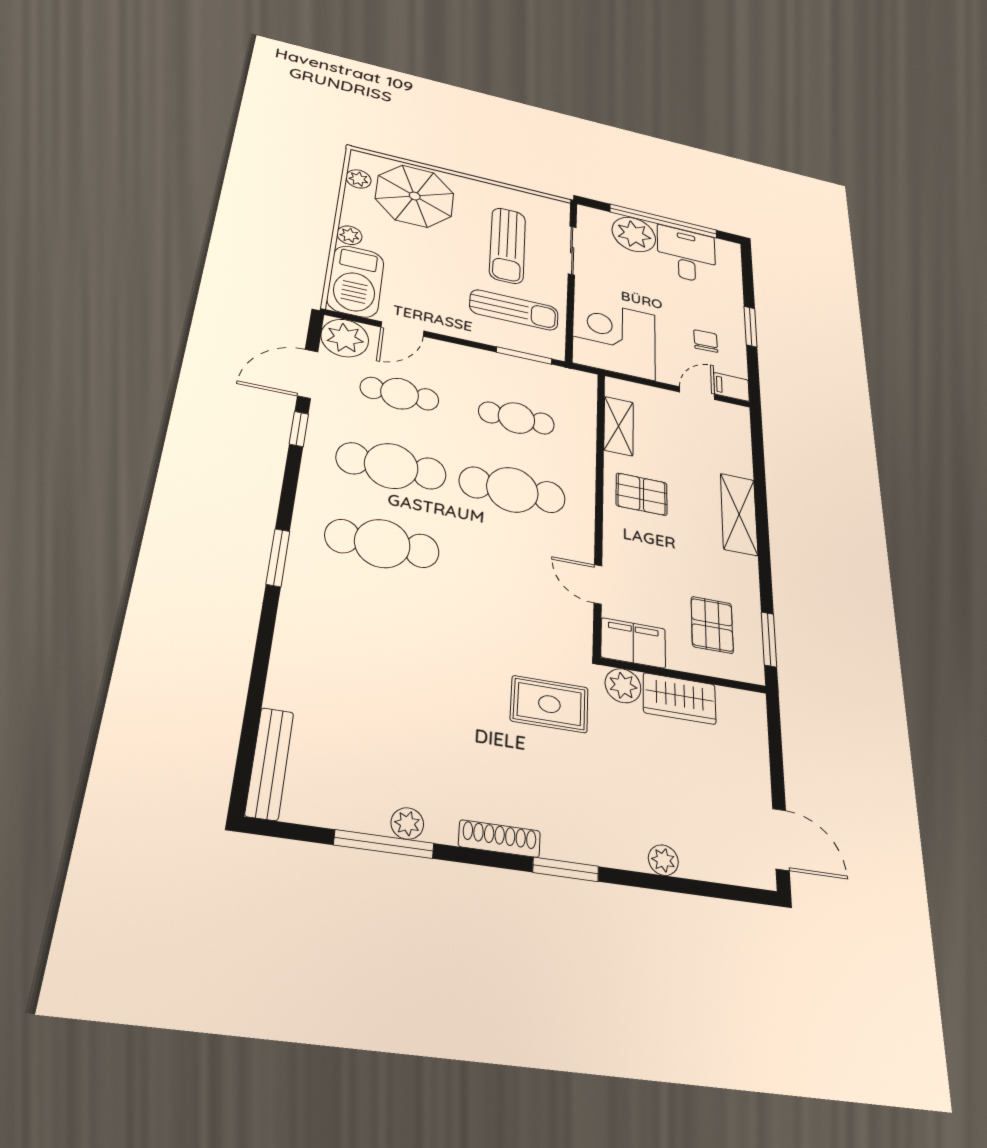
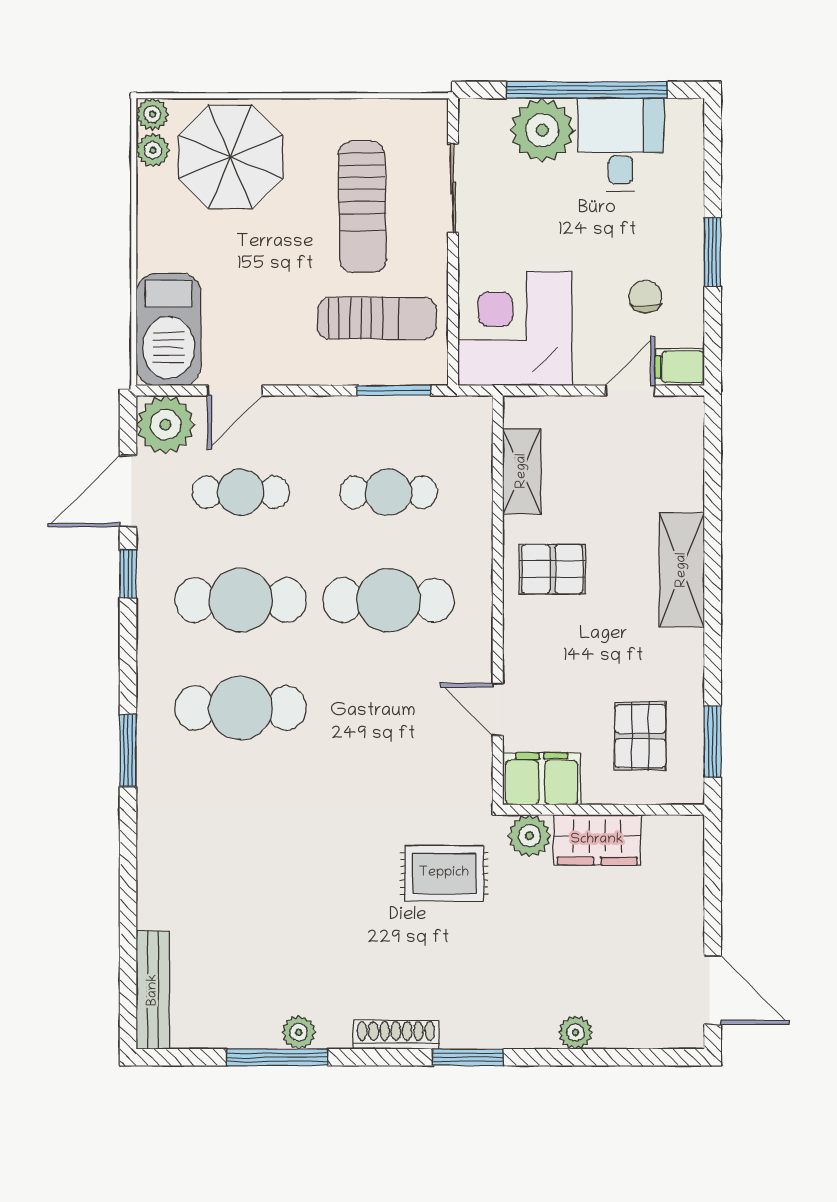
plant: (349, 235) -> (152, 114), moved

